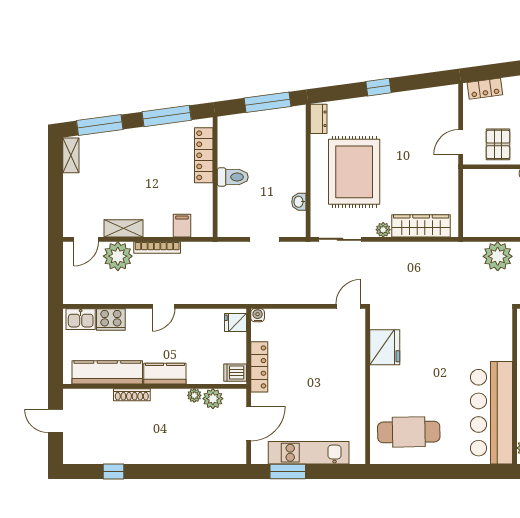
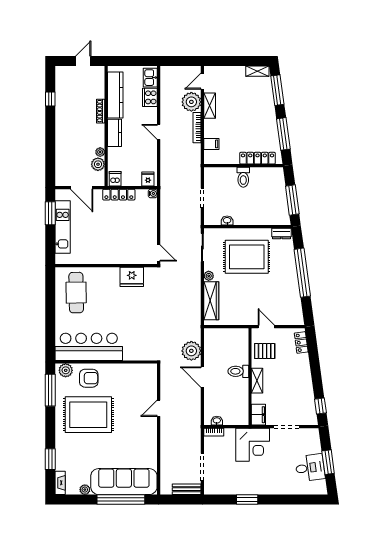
window: (378, 87) -> (302, 273), width x3.17
door: (86, 239) -> (202, 81), hinge flipped

